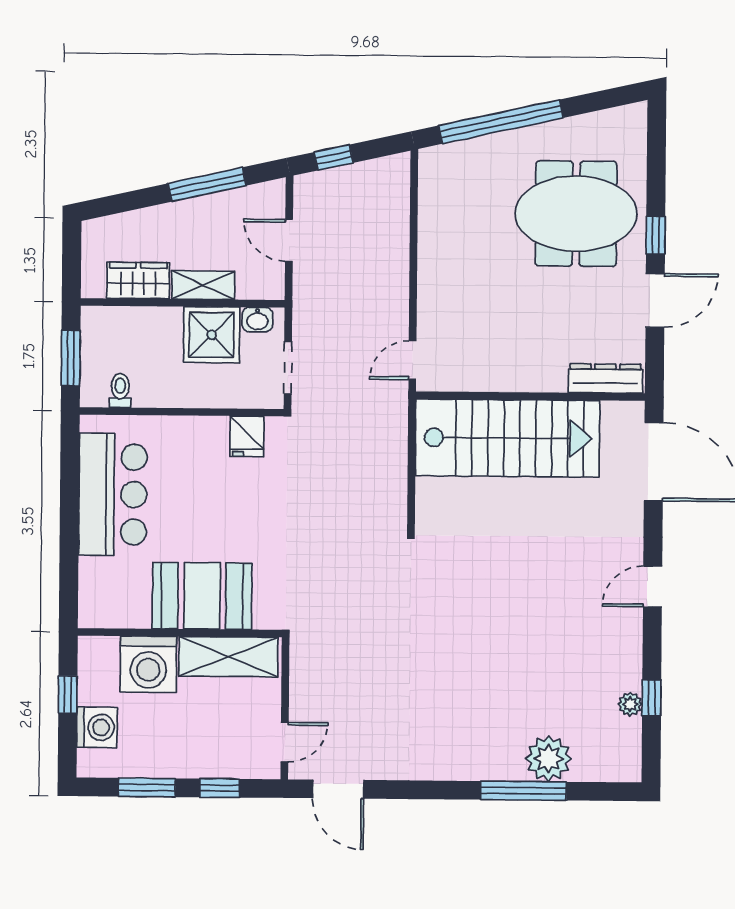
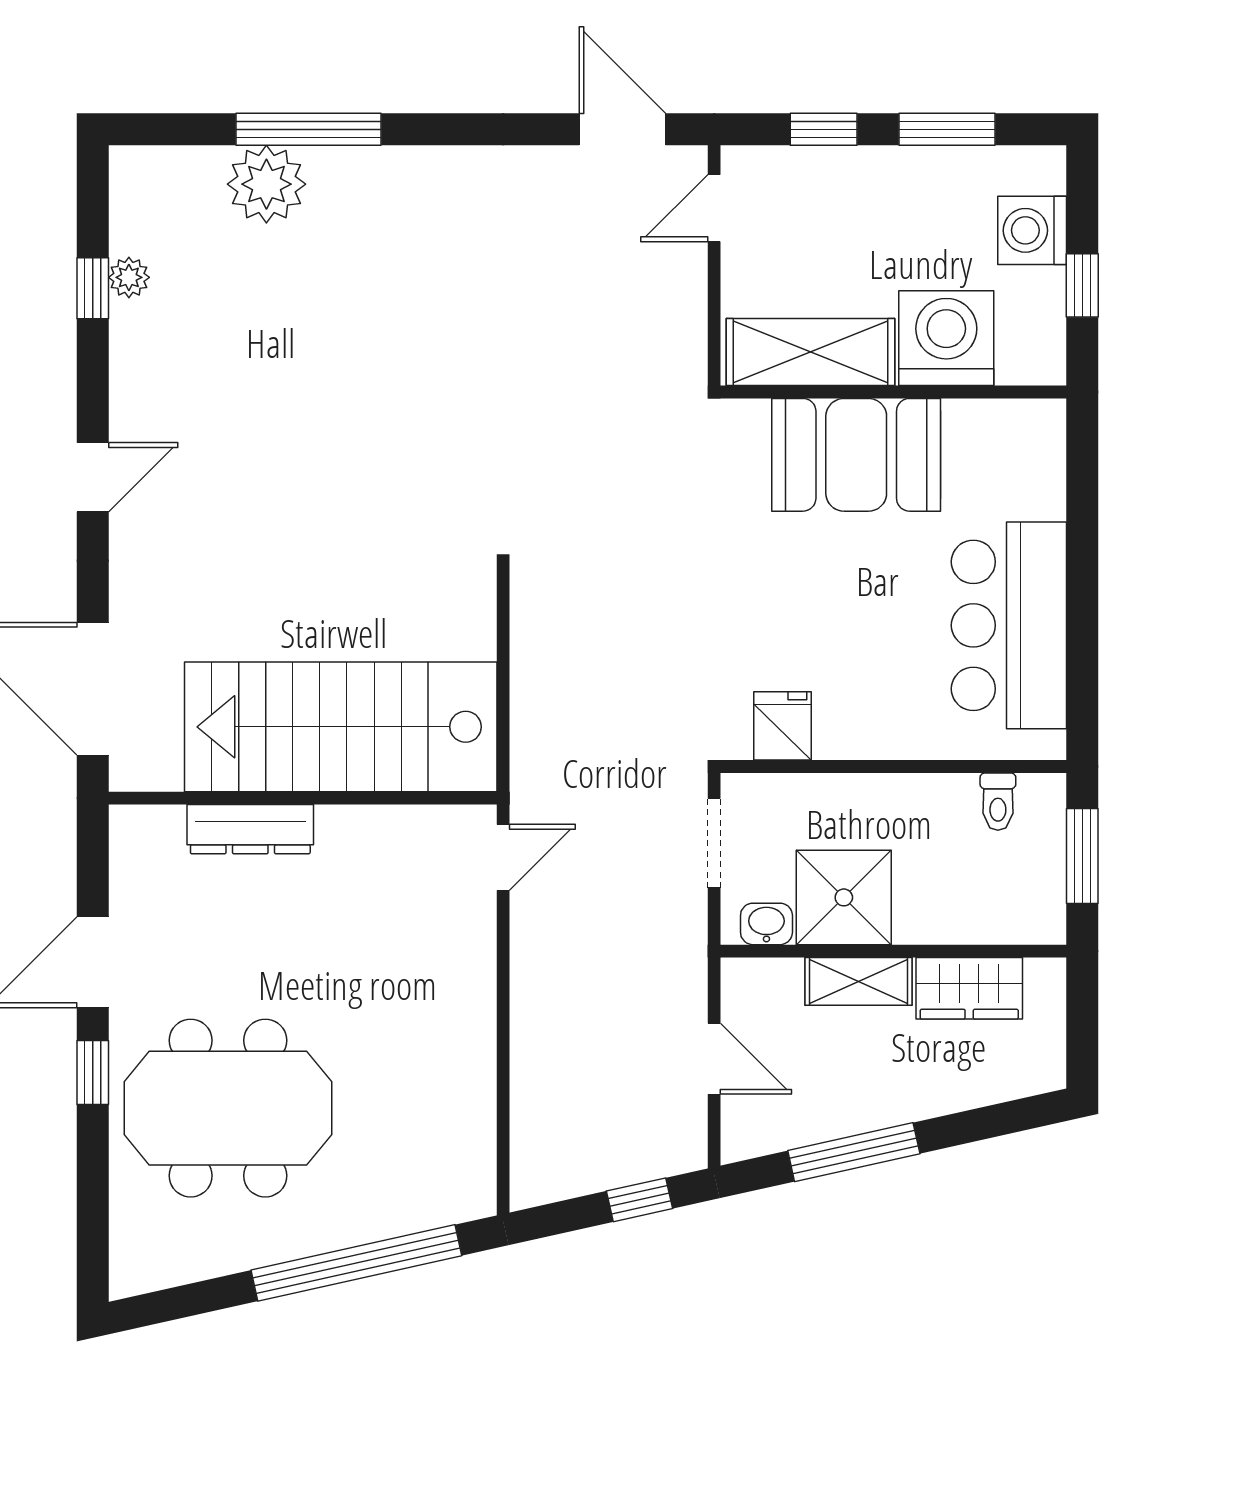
dresser: (605, 379) -> (250, 829), moved

